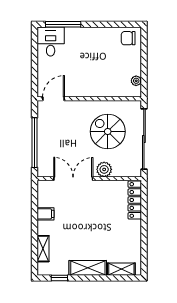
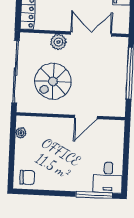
door: (54, 99) -> (86, 117), moved
spiral stairs: (108, 131) -> (53, 81), turned 90
double door: (73, 179) -> (91, 34), swing flipped

